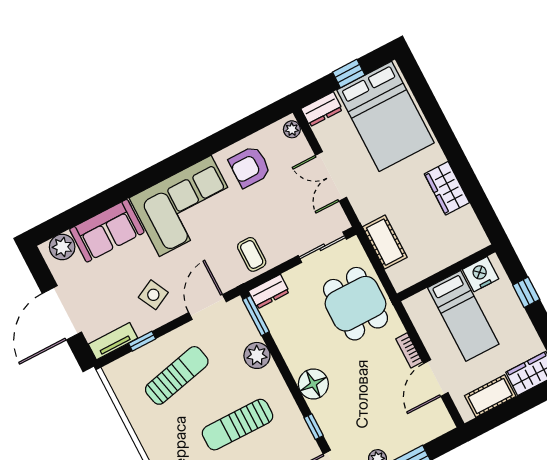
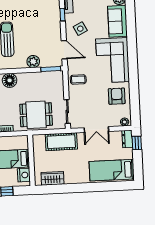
window: (349, 73) -> (137, 143), moved
bed: (385, 116) -> (112, 170), width x0.67
double door: (331, 176) -> (96, 130), swing flipped
wardrobe: (447, 188) -> (53, 178), moved
cot: (385, 242) -> (61, 142), width x1.37, depth x1.34
dresser: (269, 292) -> (59, 80), removed
sun lounger: (177, 375) -> (41, 23), removed

